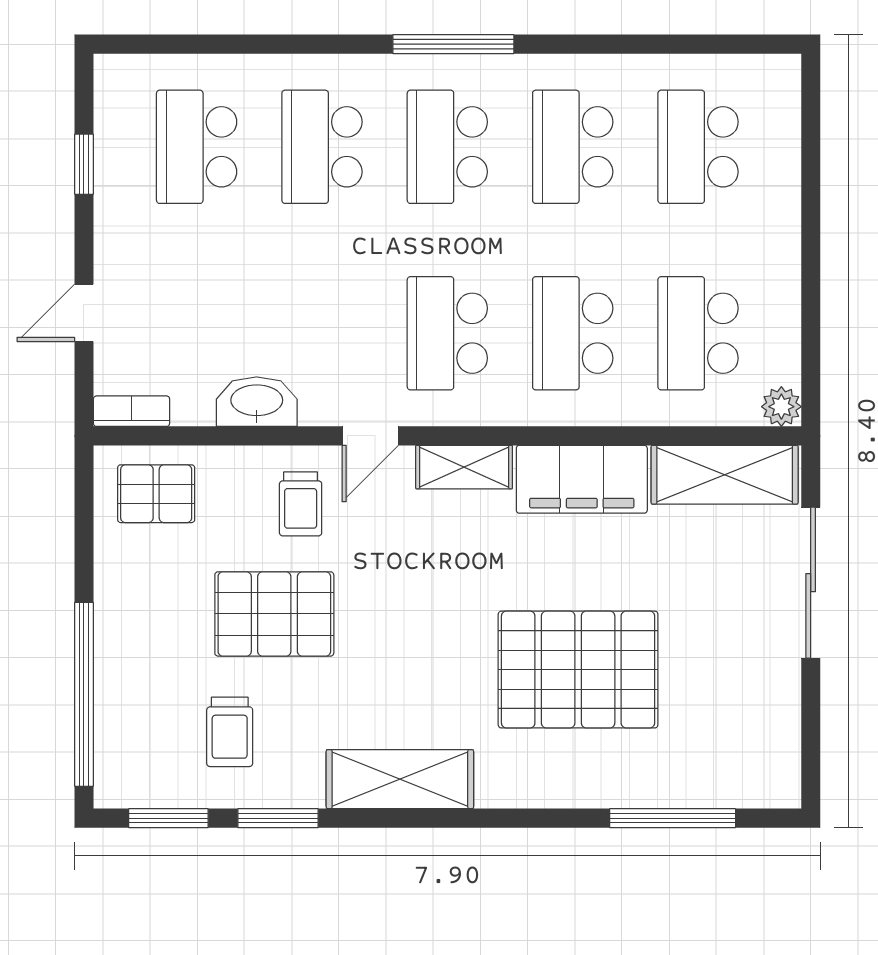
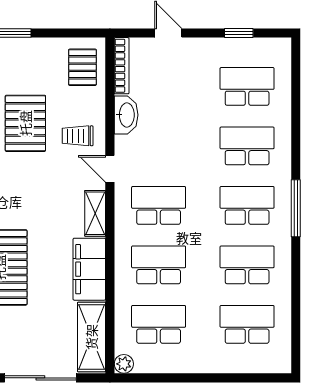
bookcase: (132, 411) -> (122, 66), width x1.56

